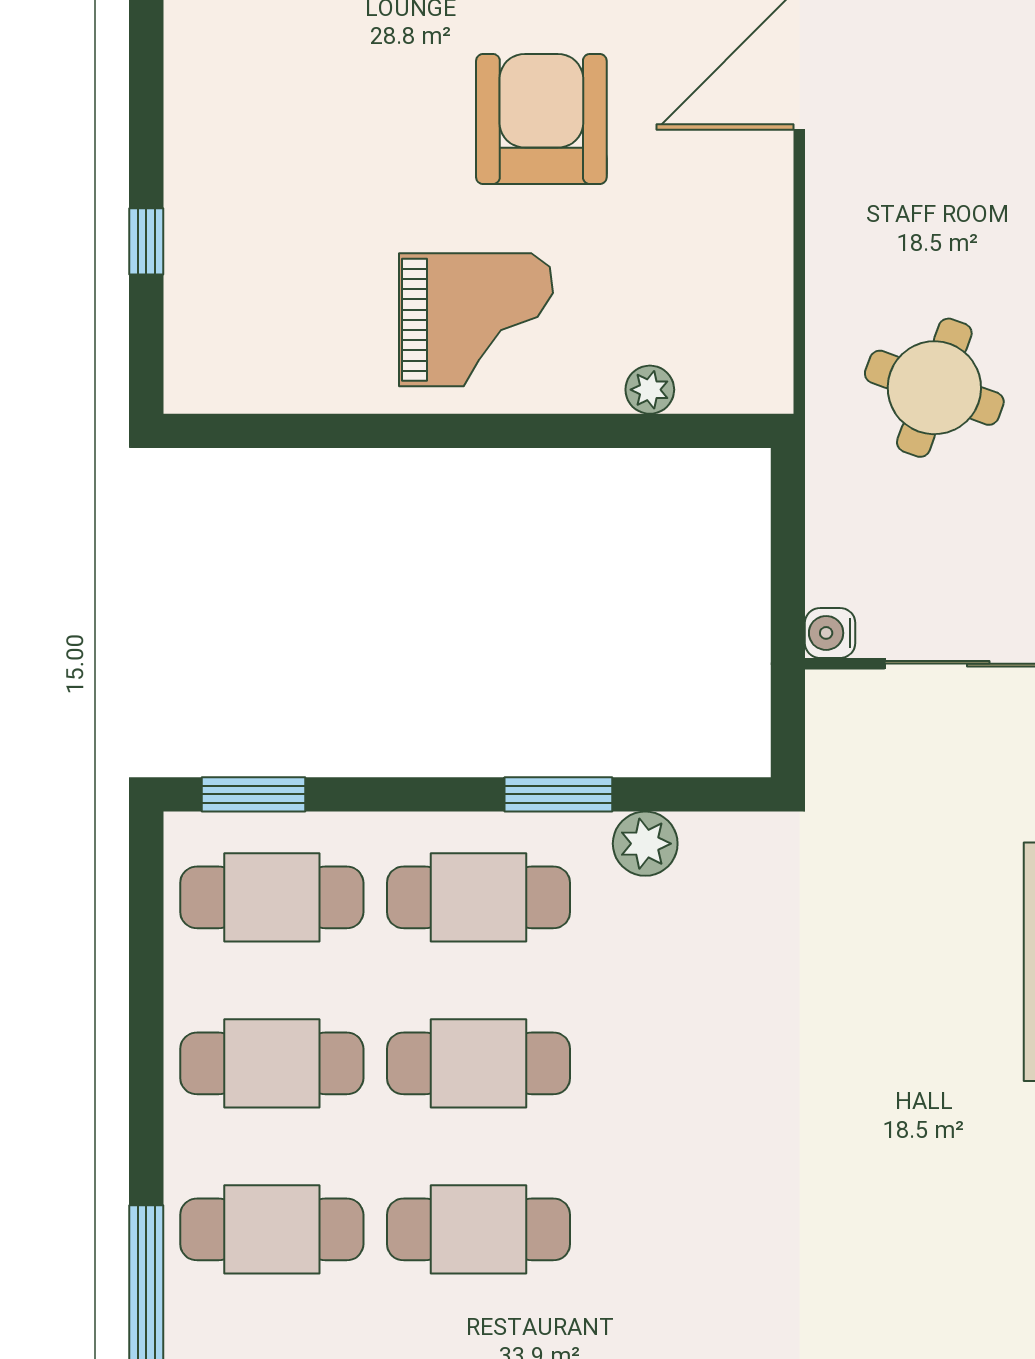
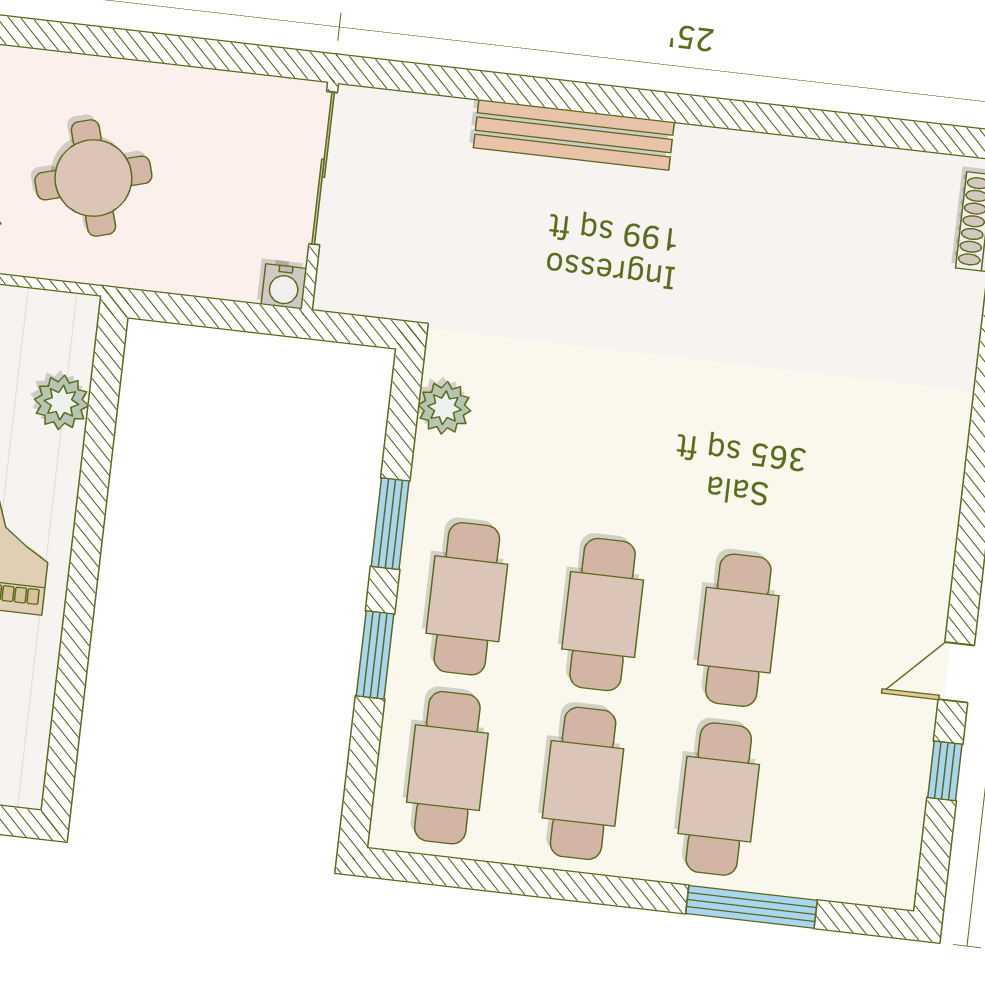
round table: (934, 388) -> (93, 178), turned -36
plant: (650, 390) -> (62, 402), width x1.38, depth x1.38
window: (254, 794) -> (375, 655), moved
plant: (645, 844) -> (444, 408), moved

